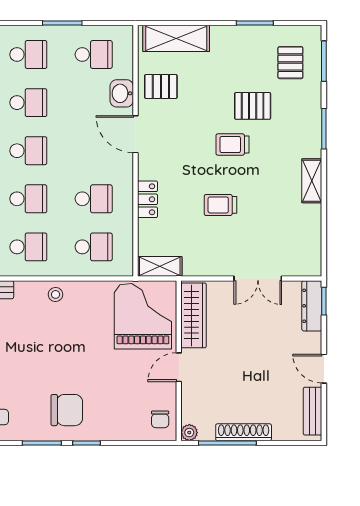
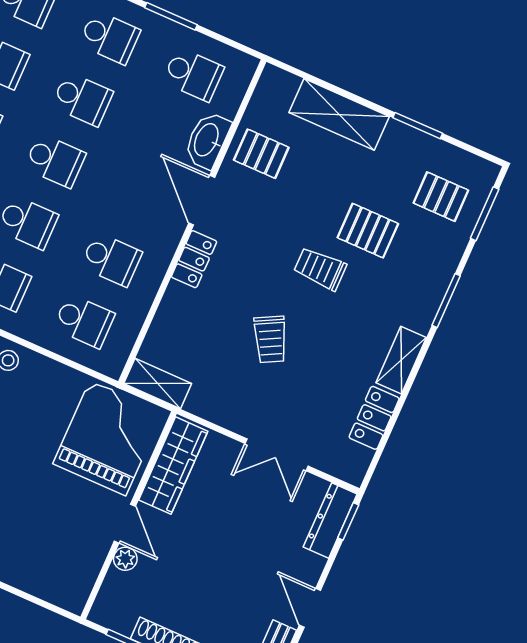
shelving: (176, 38) -> (339, 114), moved
pallet: (290, 63) -> (441, 197), turned 90
washbasin: (122, 93) -> (207, 140), width x1.38
locker: (147, 199) -> (194, 259), moved
trolley: (220, 205) -> (270, 339), turned -118
locker: (311, 226) -> (374, 418), added
door: (179, 367) -> (125, 524), swing flipped
chair: (160, 419) -> (71, 580), removed
plant: (189, 433) -> (125, 559), moved

